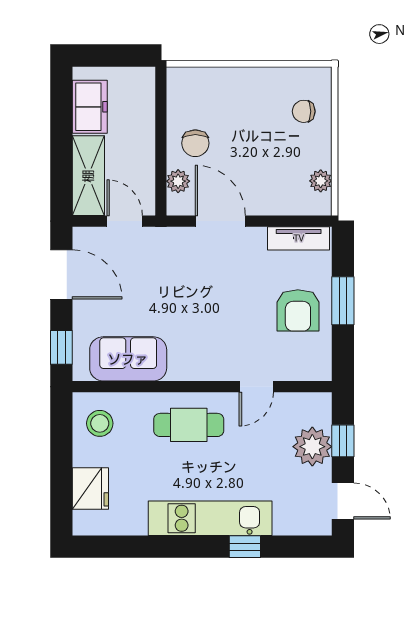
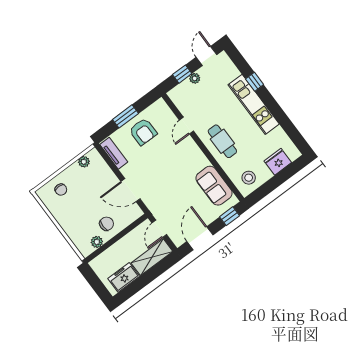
plant: (178, 181) -> (97, 242), moved
door: (220, 221) -> (130, 190), hinge flipped
armchair: (298, 310) -> (143, 132), turned 90
door: (256, 387) -> (186, 126), swing flipped
plant: (312, 447) -> (195, 78), width x0.53, depth x0.53

